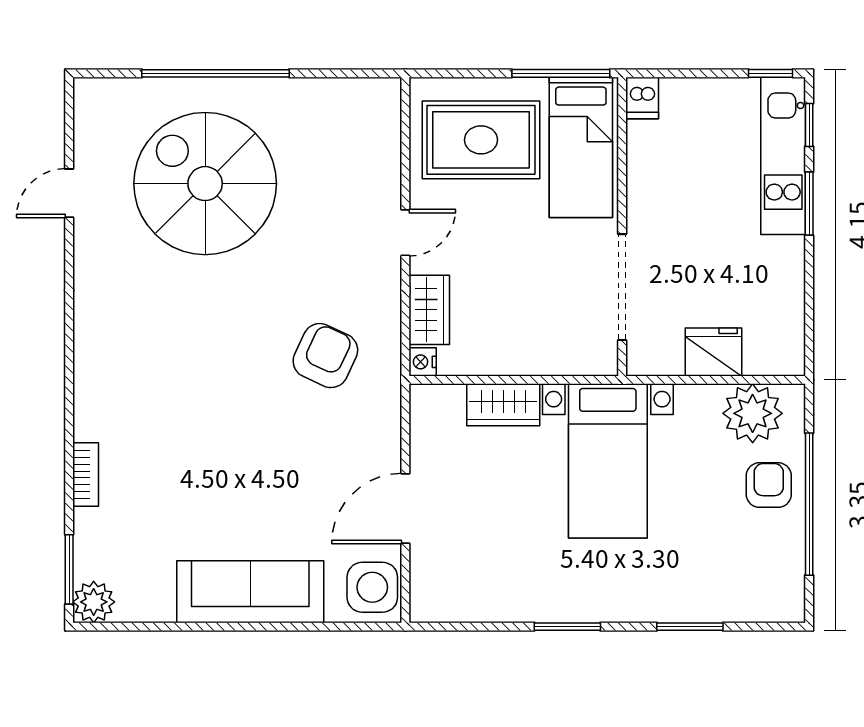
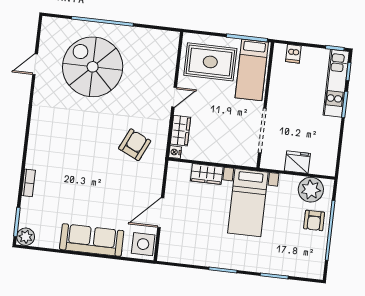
dishwasher: (642, 98) -> (293, 54), moved
armchair: (769, 485) -> (314, 220), turned 180

